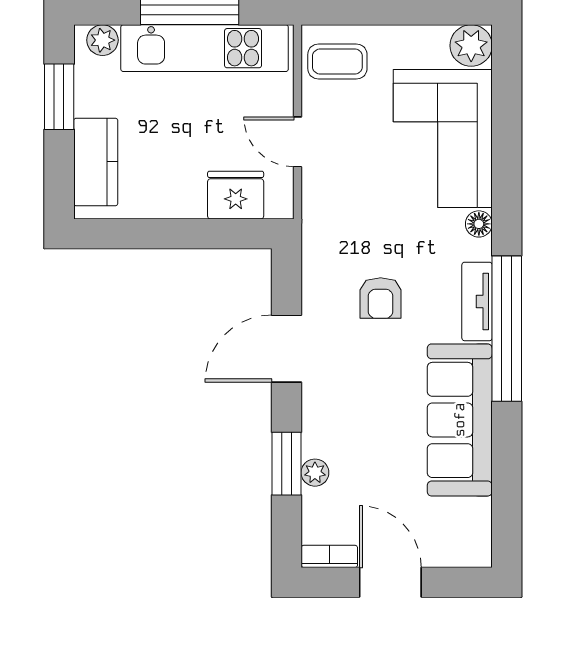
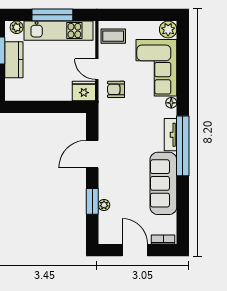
kitchen counter: (96, 162) -> (14, 60), moved
fridge: (236, 195) -> (84, 91), moved
armchair: (381, 298) -> (116, 89), moved, turned 90
bookcase: (329, 556) -> (163, 239), moved

